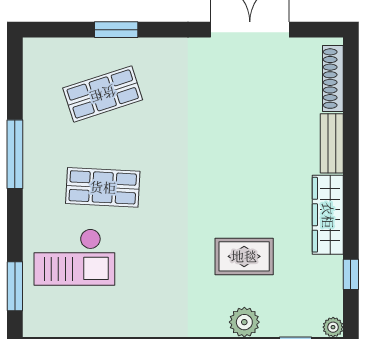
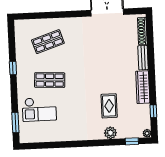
window: (116, 30) -> (52, 15), removed
window: (15, 154) -> (13, 68), width x0.46
rug: (244, 256) -> (109, 106), turned 90

